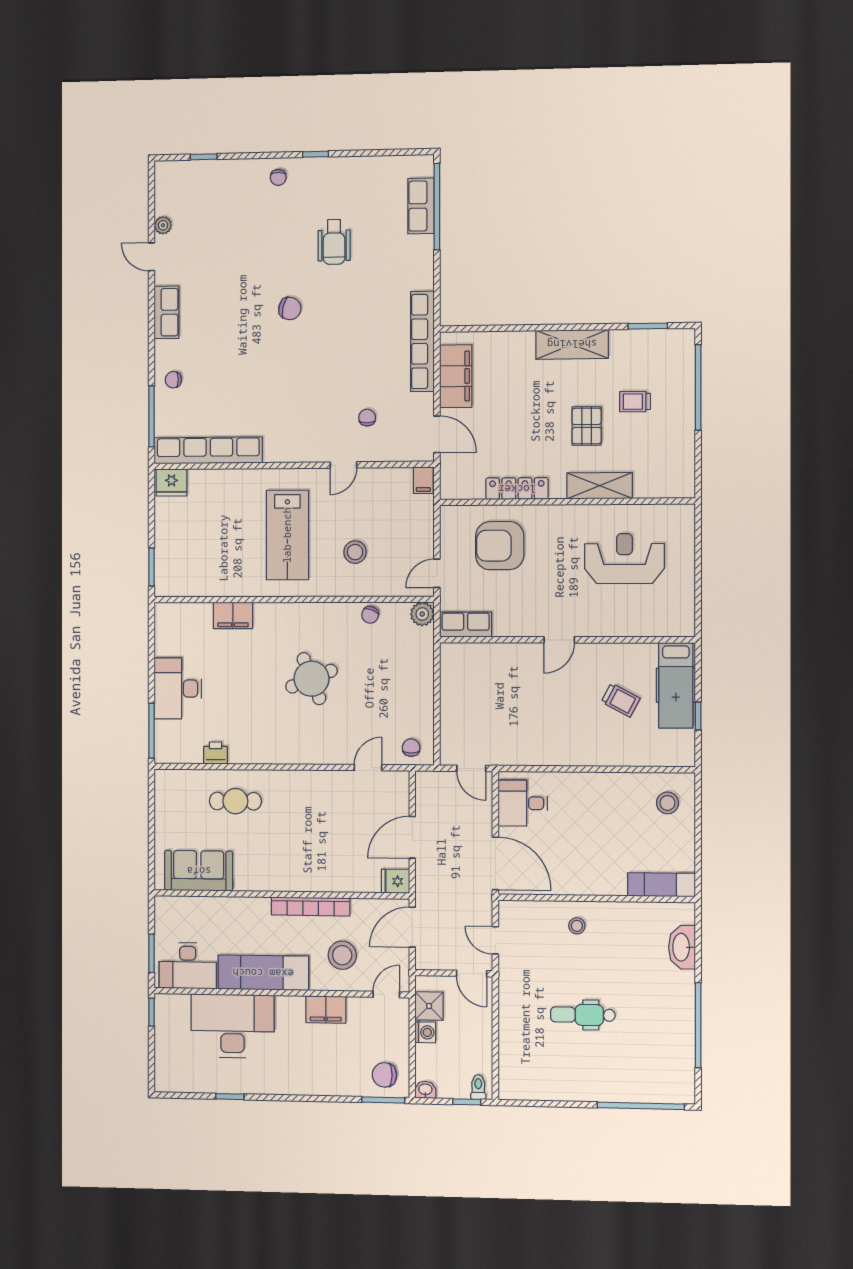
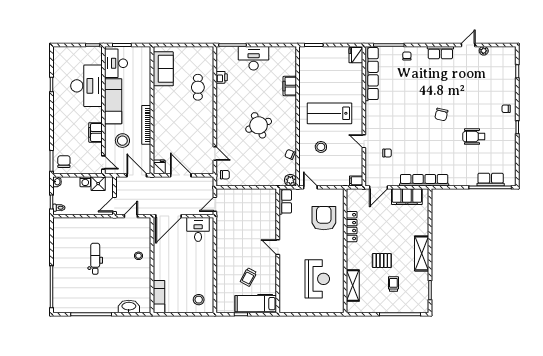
shelving: (600, 486) -> (353, 286), moved

